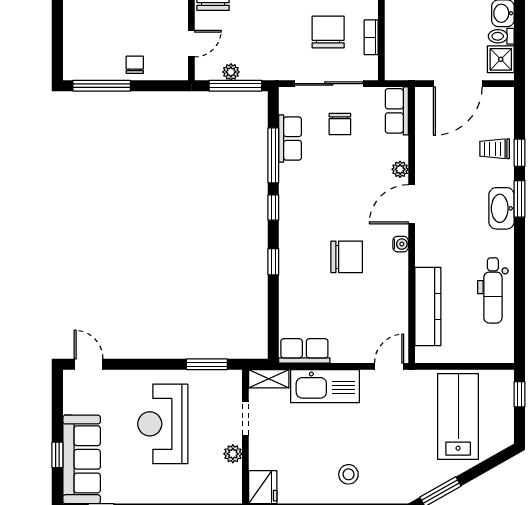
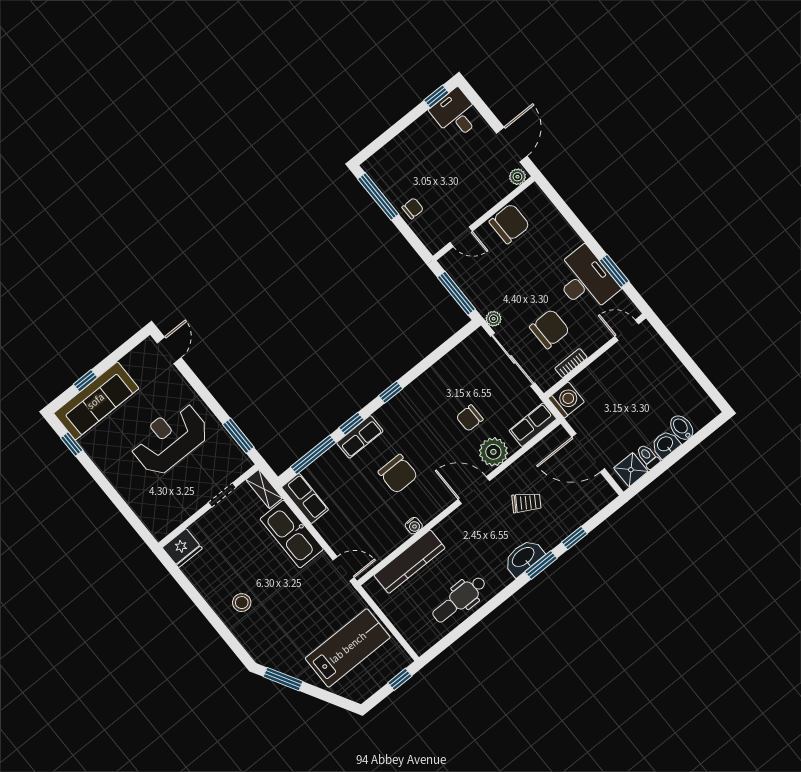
washing machine: (399, 66) -> (566, 400), added
plant: (231, 72) -> (494, 319), moved
chair: (340, 124) -> (470, 418), moved
row of seats: (290, 138) -> (360, 437), moved
trolley: (495, 149) -> (526, 503), moved, turned 123
window: (273, 155) -> (313, 455), moved
plant: (400, 169) -> (493, 452), width x1.88, depth x1.88
water cooler: (401, 244) -> (414, 526), moved
plant: (233, 454) -> (189, 507), removed

